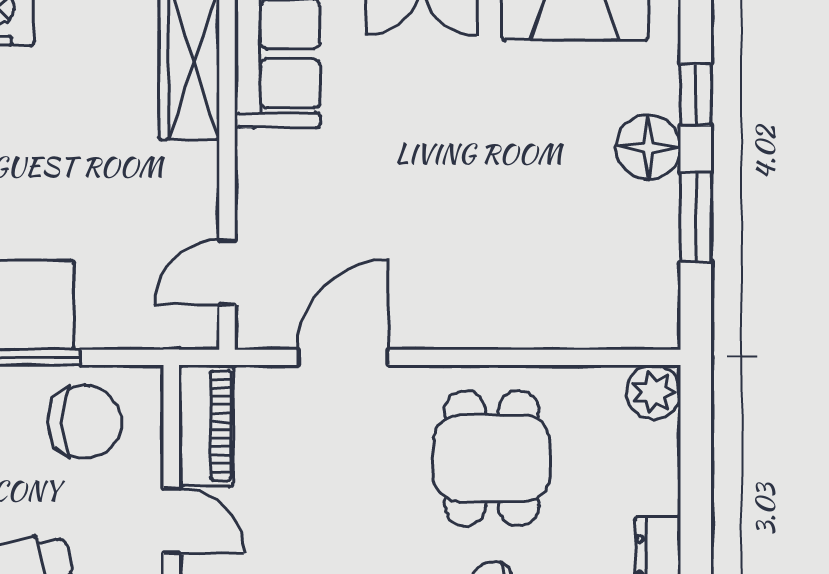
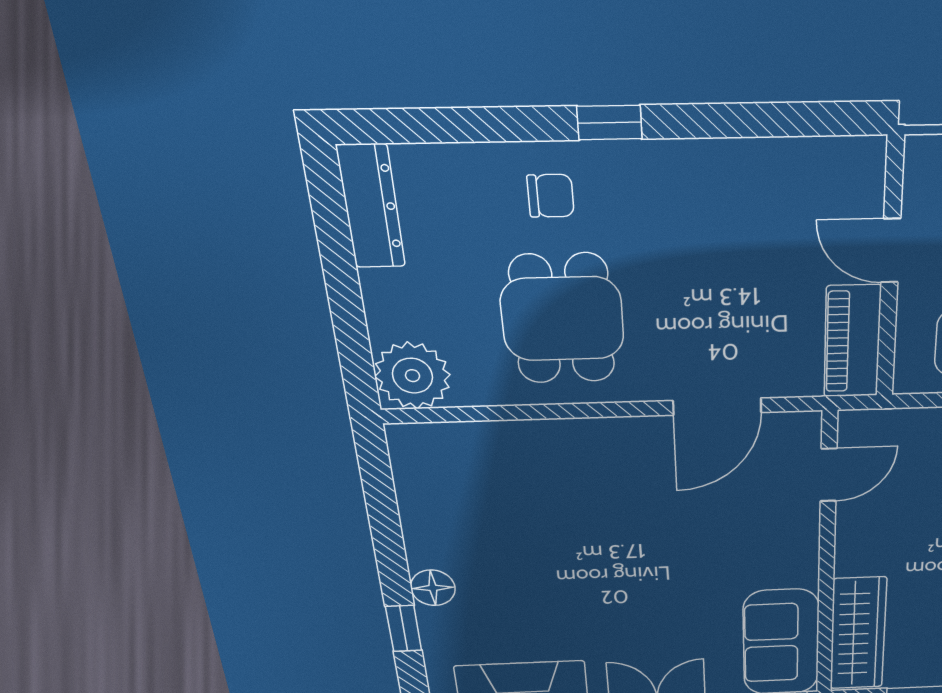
floor lamp: (648, 147) -> (433, 588), width x0.73, depth x0.73
window: (696, 217) -> (387, 535), removed
plant: (654, 392) -> (413, 376), width x1.36, depth x1.36

